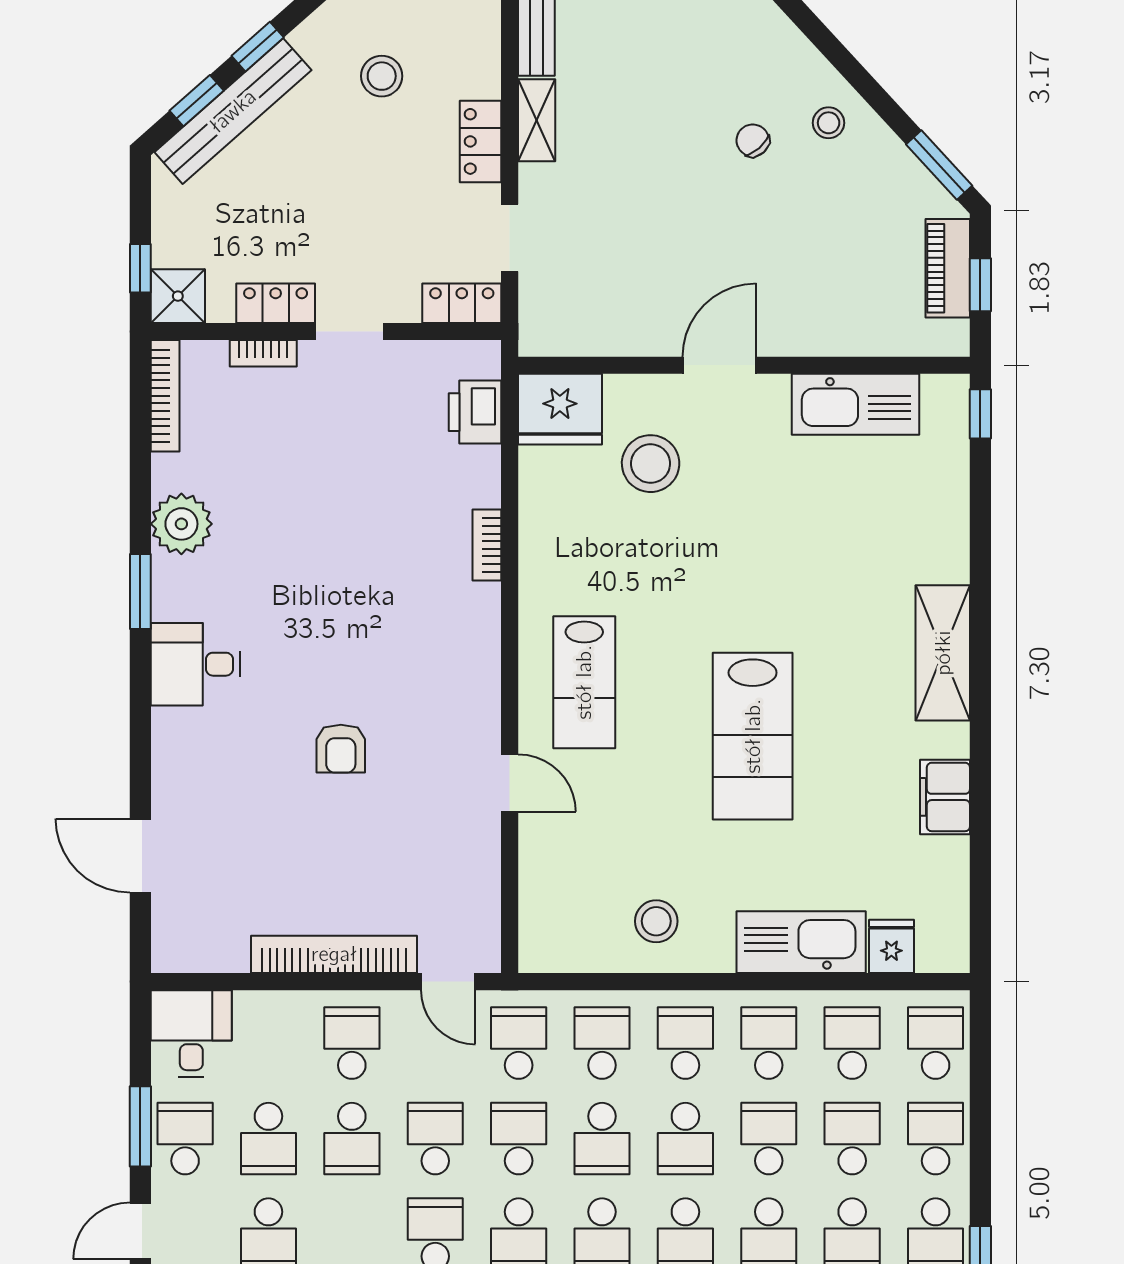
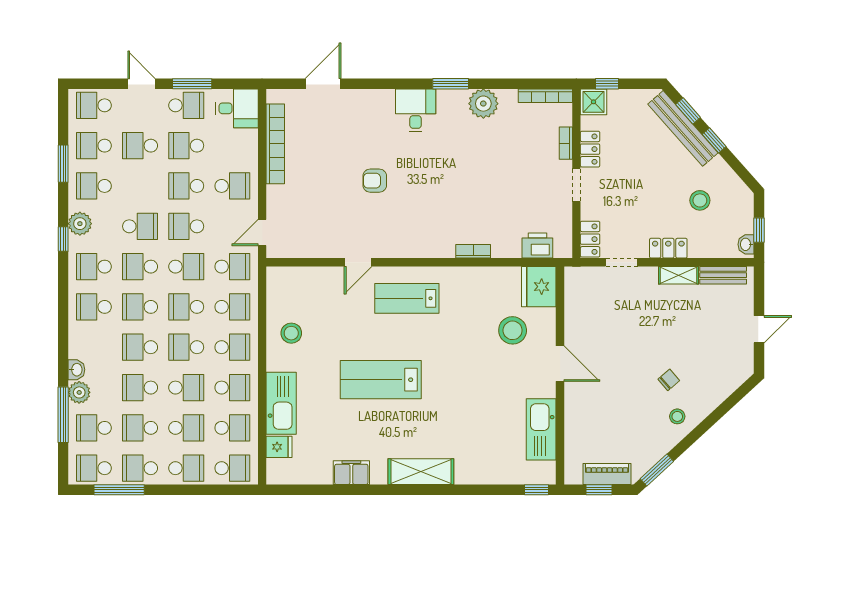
bookcase: (334, 954) -> (275, 144), moved
school desk: (435, 1139) -> (186, 226), turned 180

